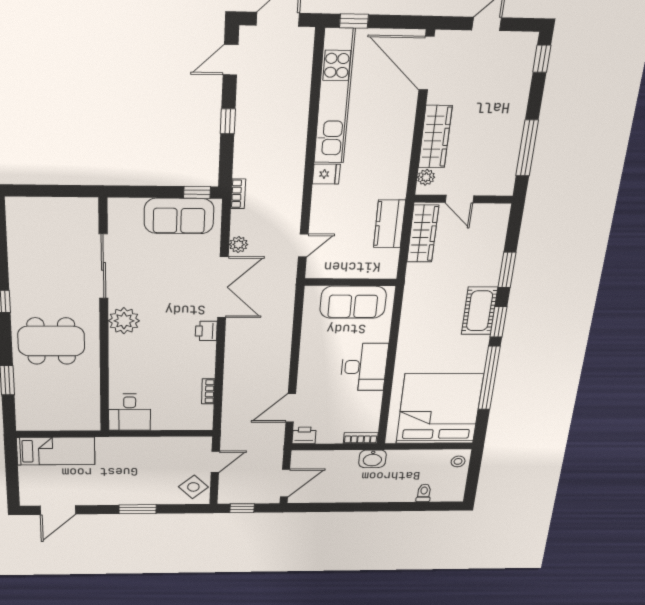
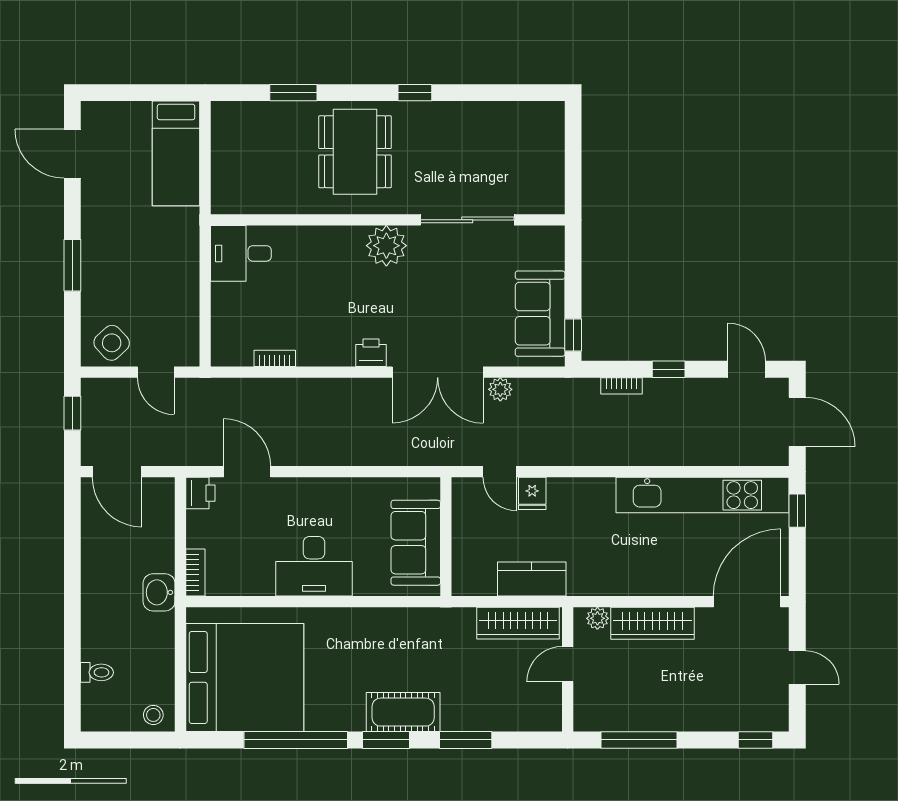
fridge: (326, 174) -> (532, 493), moved
bookcase: (238, 194) -> (622, 386), moved

